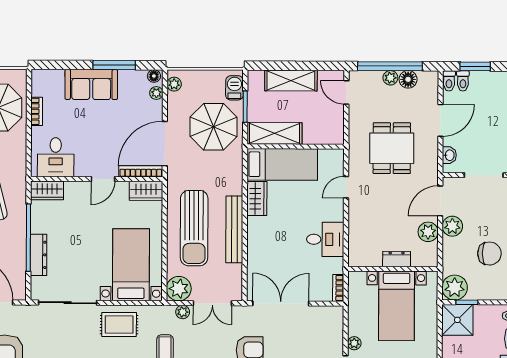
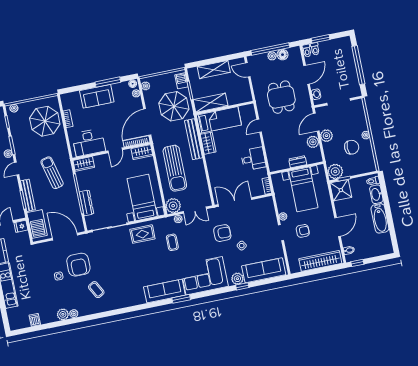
desk: (56, 157) -> (89, 143), width x1.37
bench: (234, 229) -> (194, 139), moved

